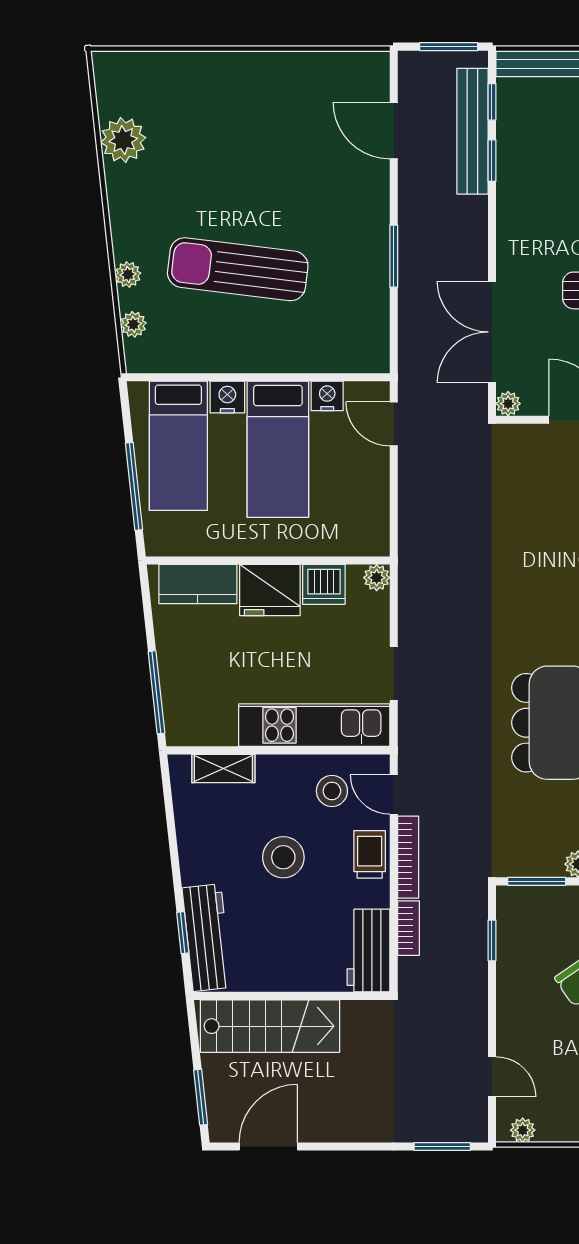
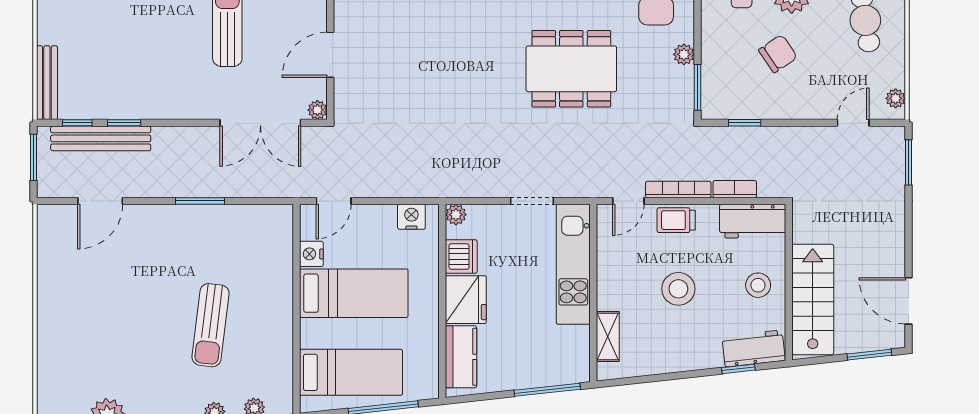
sun lounger: (238, 269) -> (210, 325), width x0.73, depth x0.75
nightstand: (227, 397) -> (411, 217), moved, turned 90
stool: (332, 791) -> (758, 285), moved
workbench: (207, 938) -> (754, 348), width x0.73

